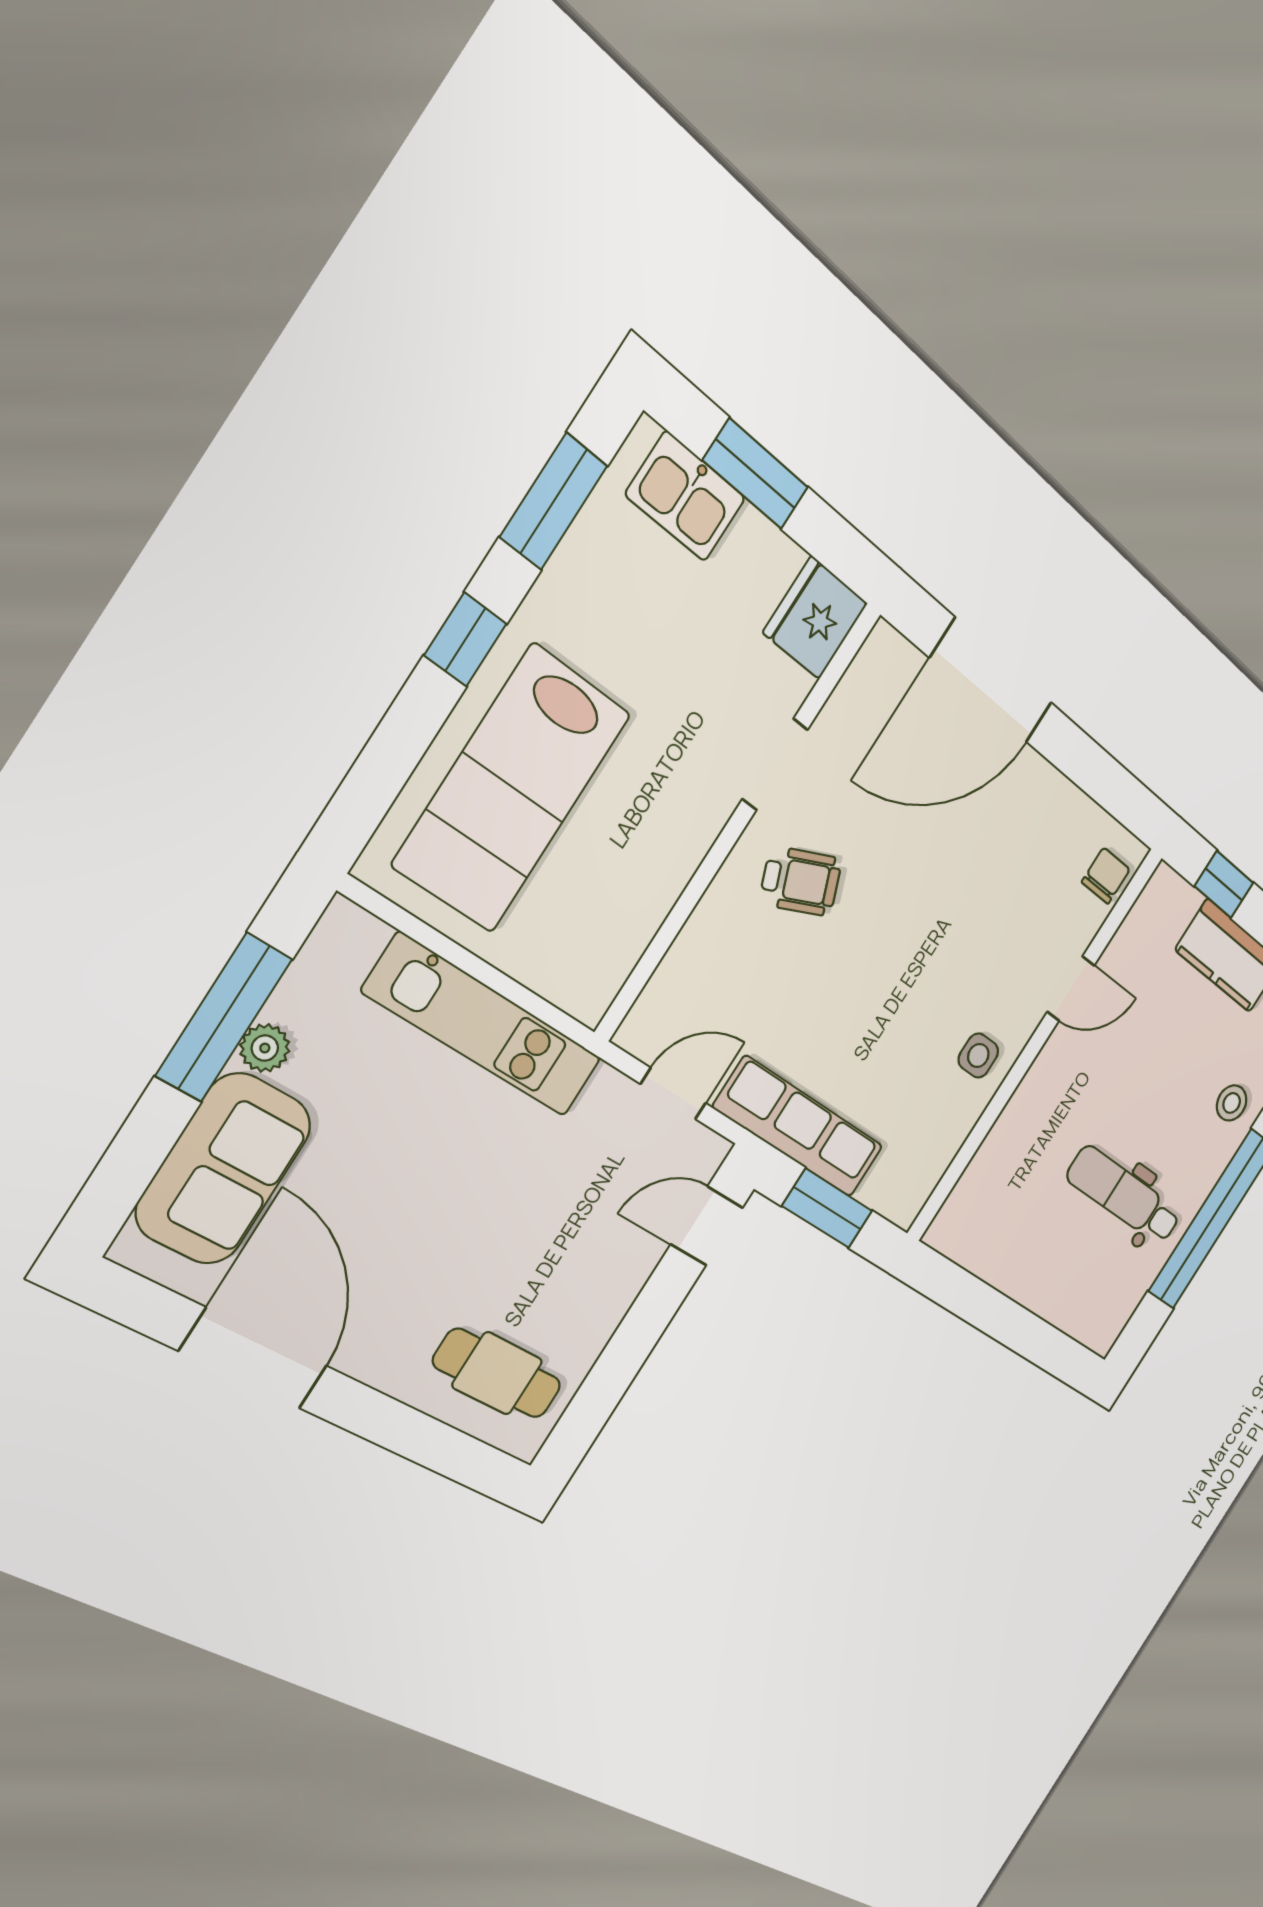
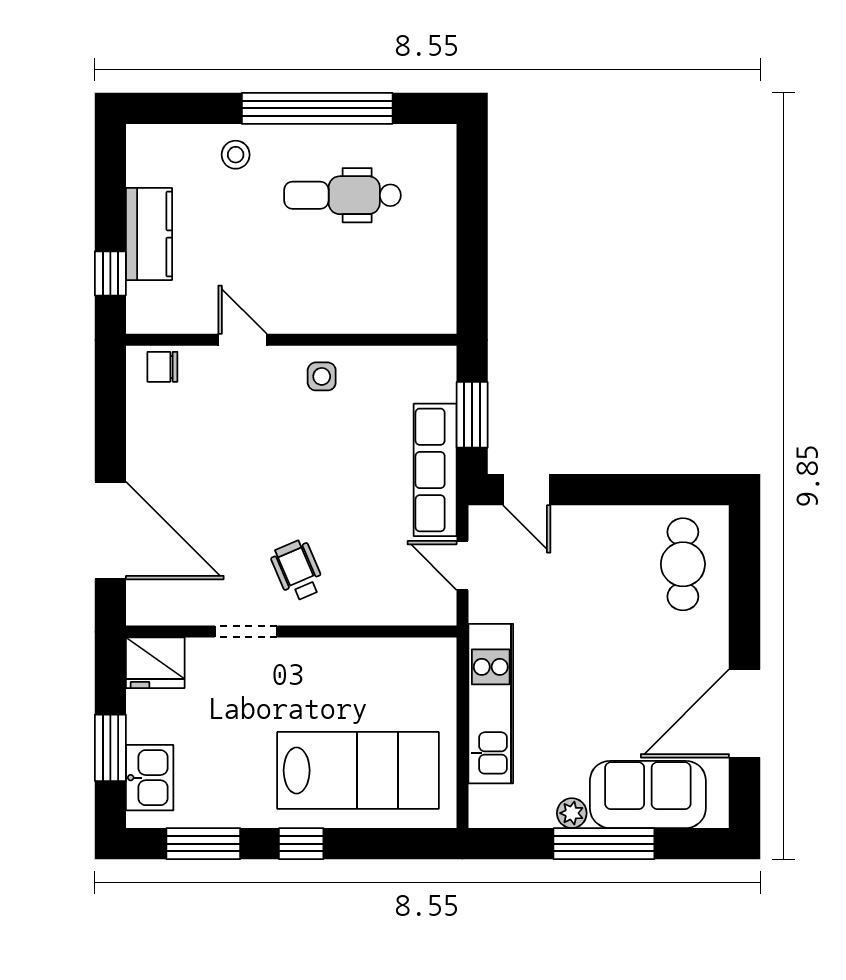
window: (224, 1017) -> (604, 844), moved
dental chair: (1124, 1195) -> (343, 195), turned 90

